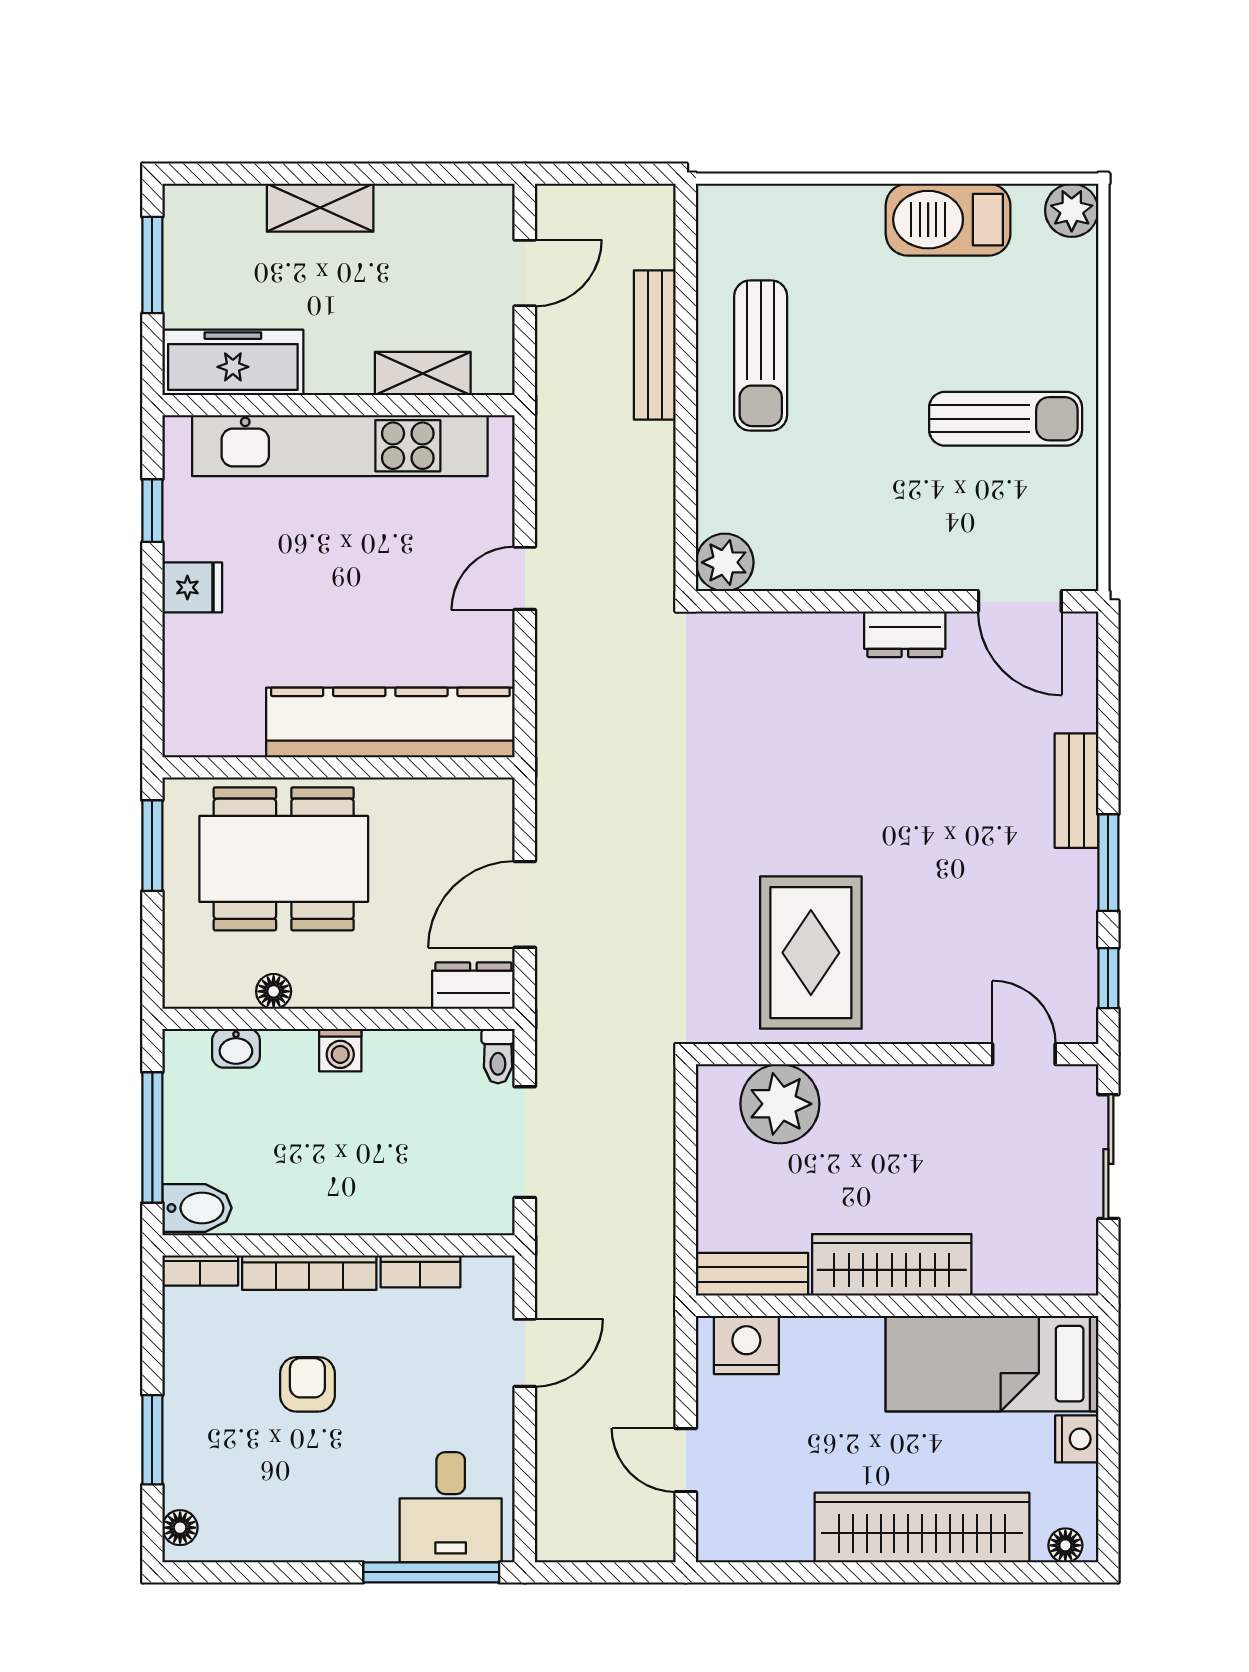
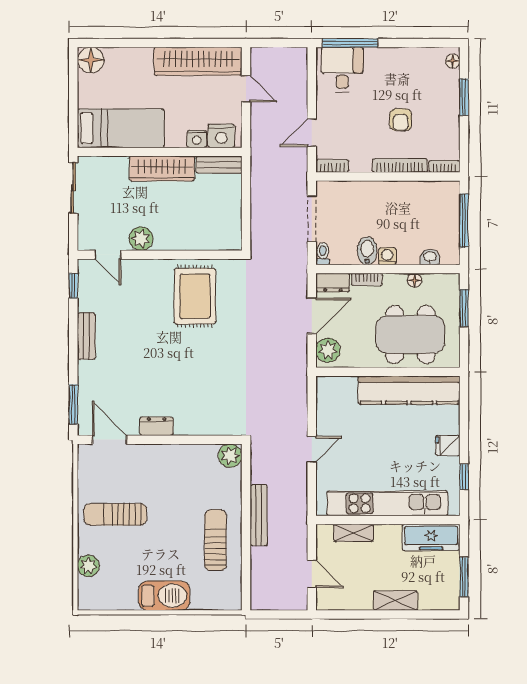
plant: (1072, 210) -> (88, 566), moved
barbecue: (948, 220) -> (164, 596), moved
door: (525, 273) -> (312, 574), swing flipped
bench: (655, 345) -> (259, 515), moved
kitchen counter: (390, 722) -> (409, 390), moved
bench: (1076, 791) -> (86, 336), moved
plant: (485, 821) -> (328, 350), added
window: (152, 846) -> (464, 308), moved
window: (1108, 863) -> (73, 404), moved
bookcase: (390, 994) -> (367, 279), added
plant: (780, 1104) -> (141, 239), moved, width x0.73, depth x0.73
sliding door: (1108, 1157) -> (73, 188), moved
bidet: (197, 1208) -> (367, 251), moved, turned 90
bookcase: (420, 1271) -> (332, 166), moved
nightstand: (1077, 1439) -> (197, 139), moved, turned -90
wardrobe: (922, 1528) -> (198, 61), moved
floor lamp: (1065, 1545) -> (91, 60), width x1.89, depth x1.89

